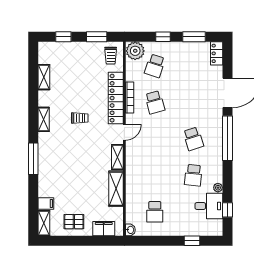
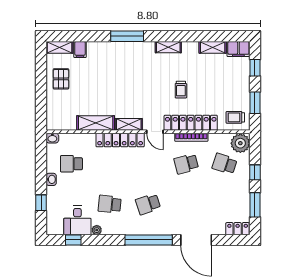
trolley: (80, 118) -> (181, 90), moved
locker: (132, 165) -> (120, 140), added
filing cabinet: (104, 229) -> (238, 49), moved, turned 90
washbasin: (170, 231) -> (51, 179), added

